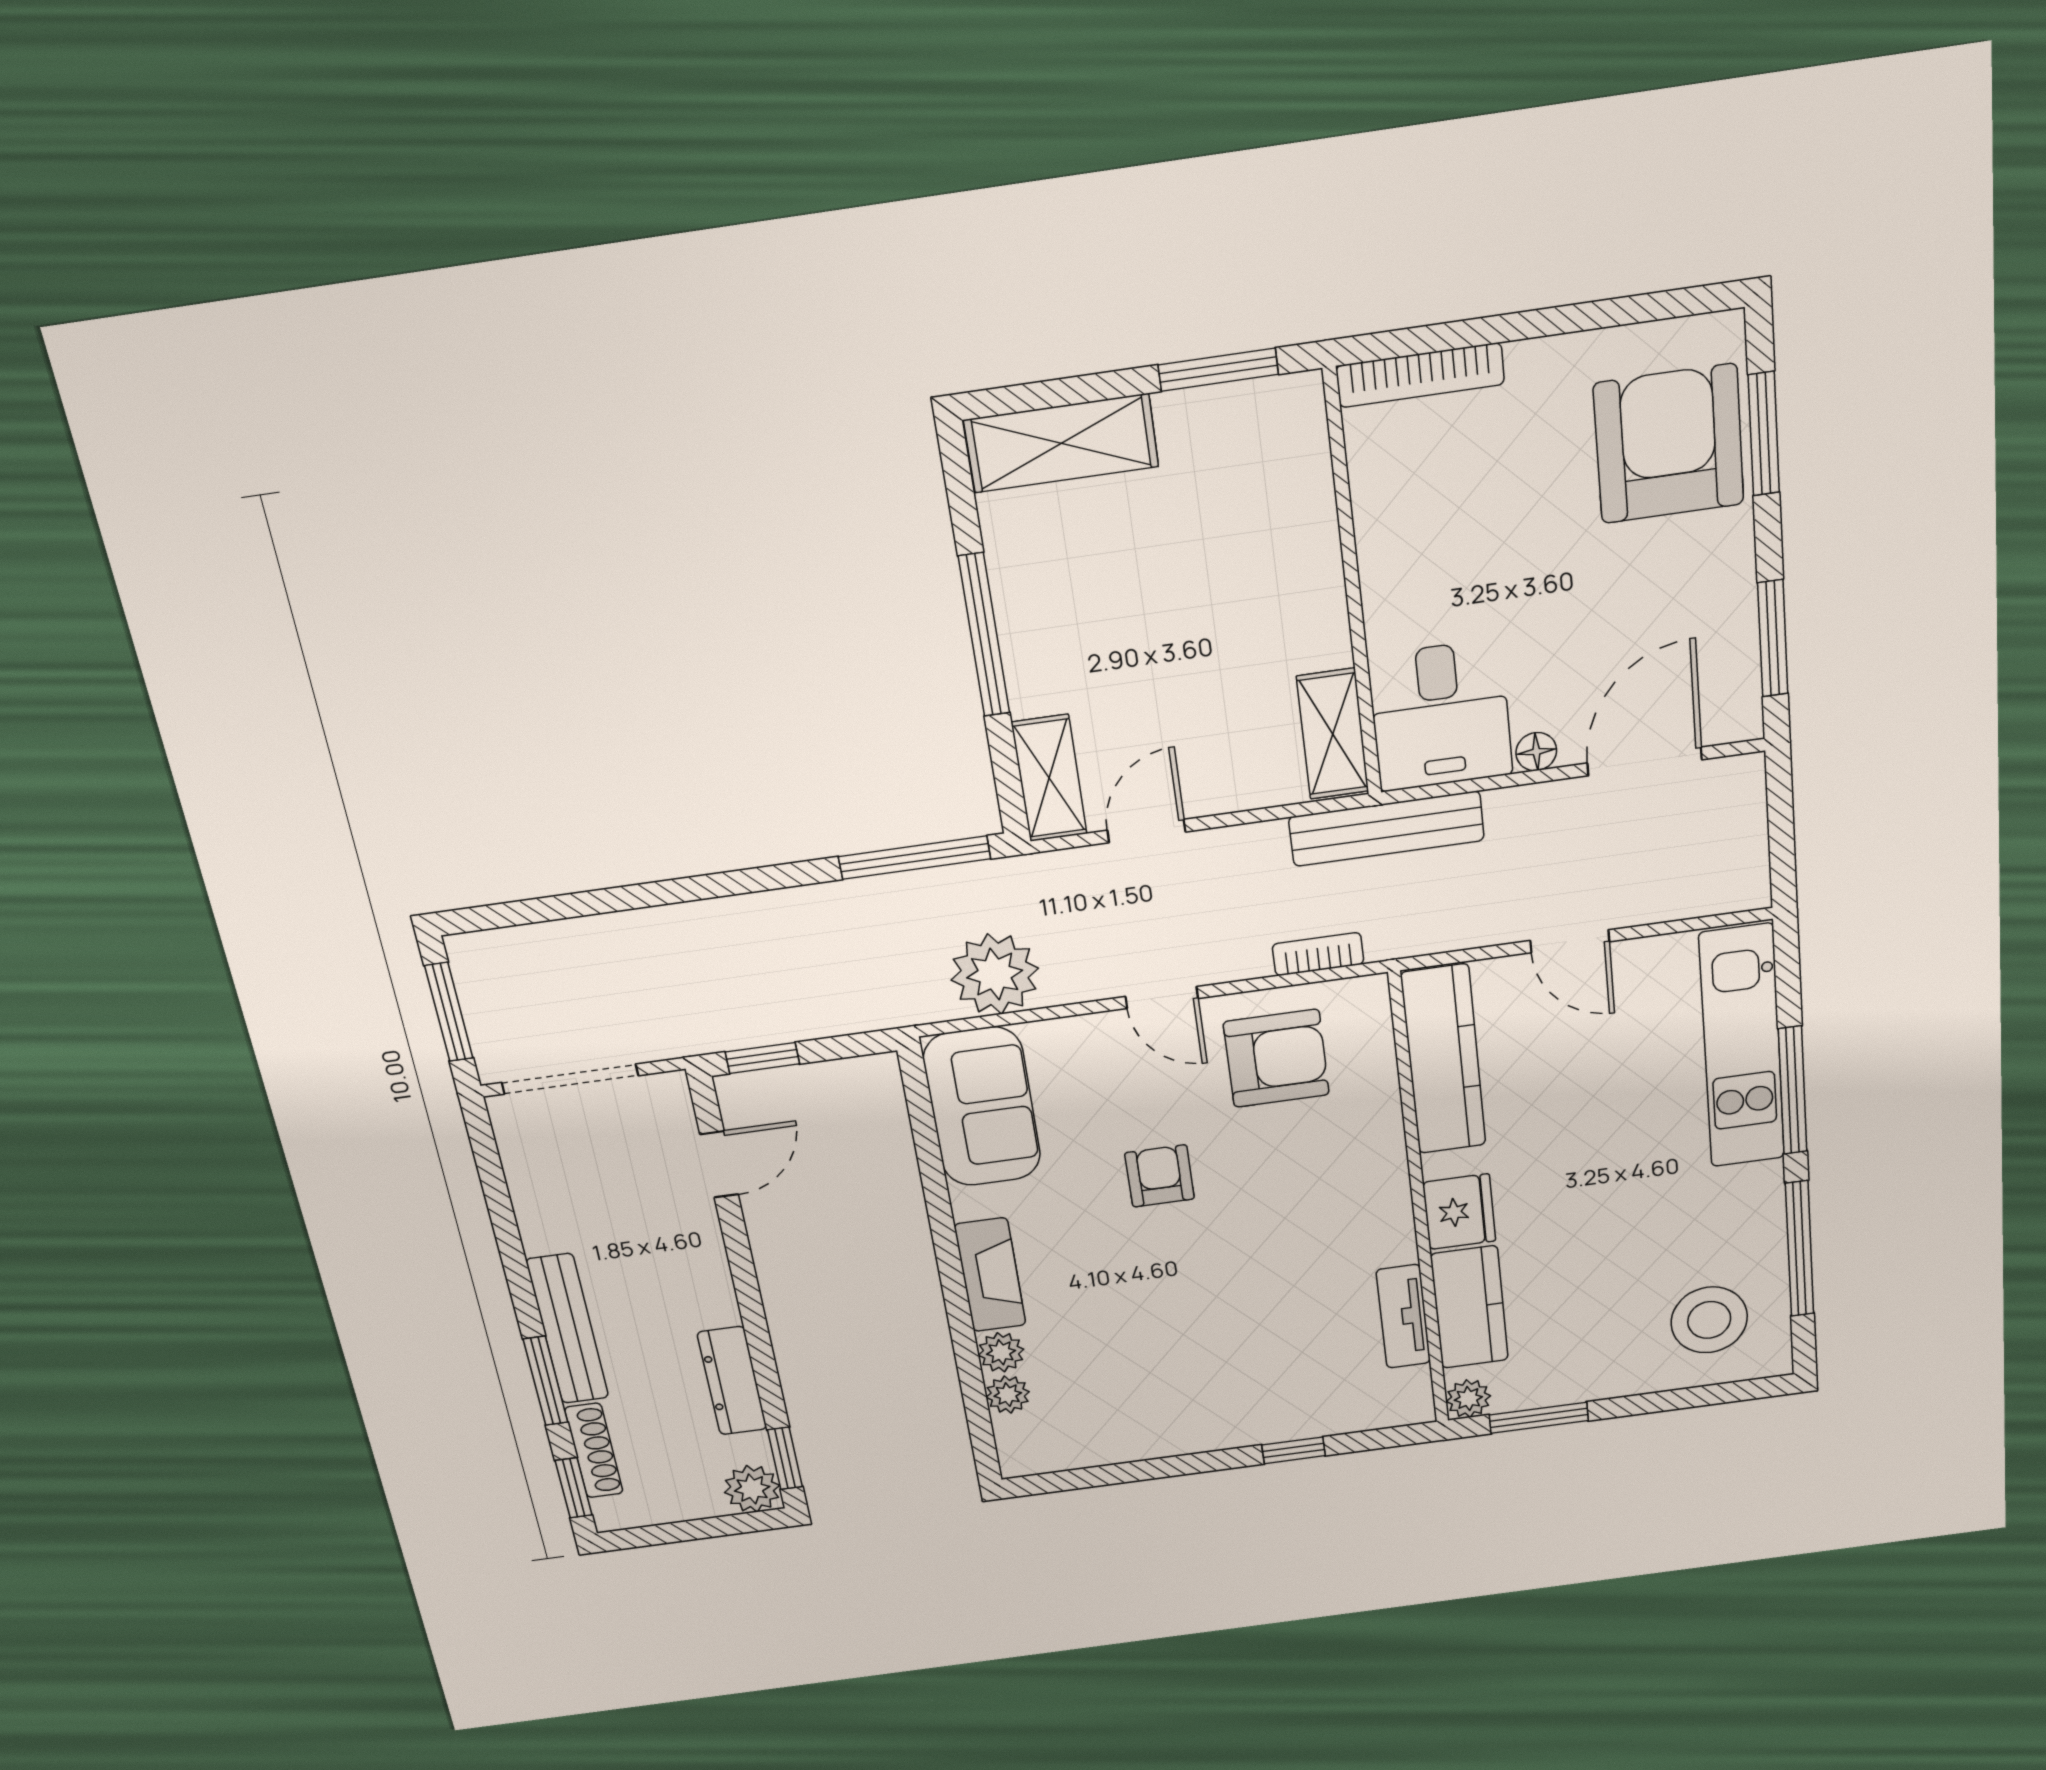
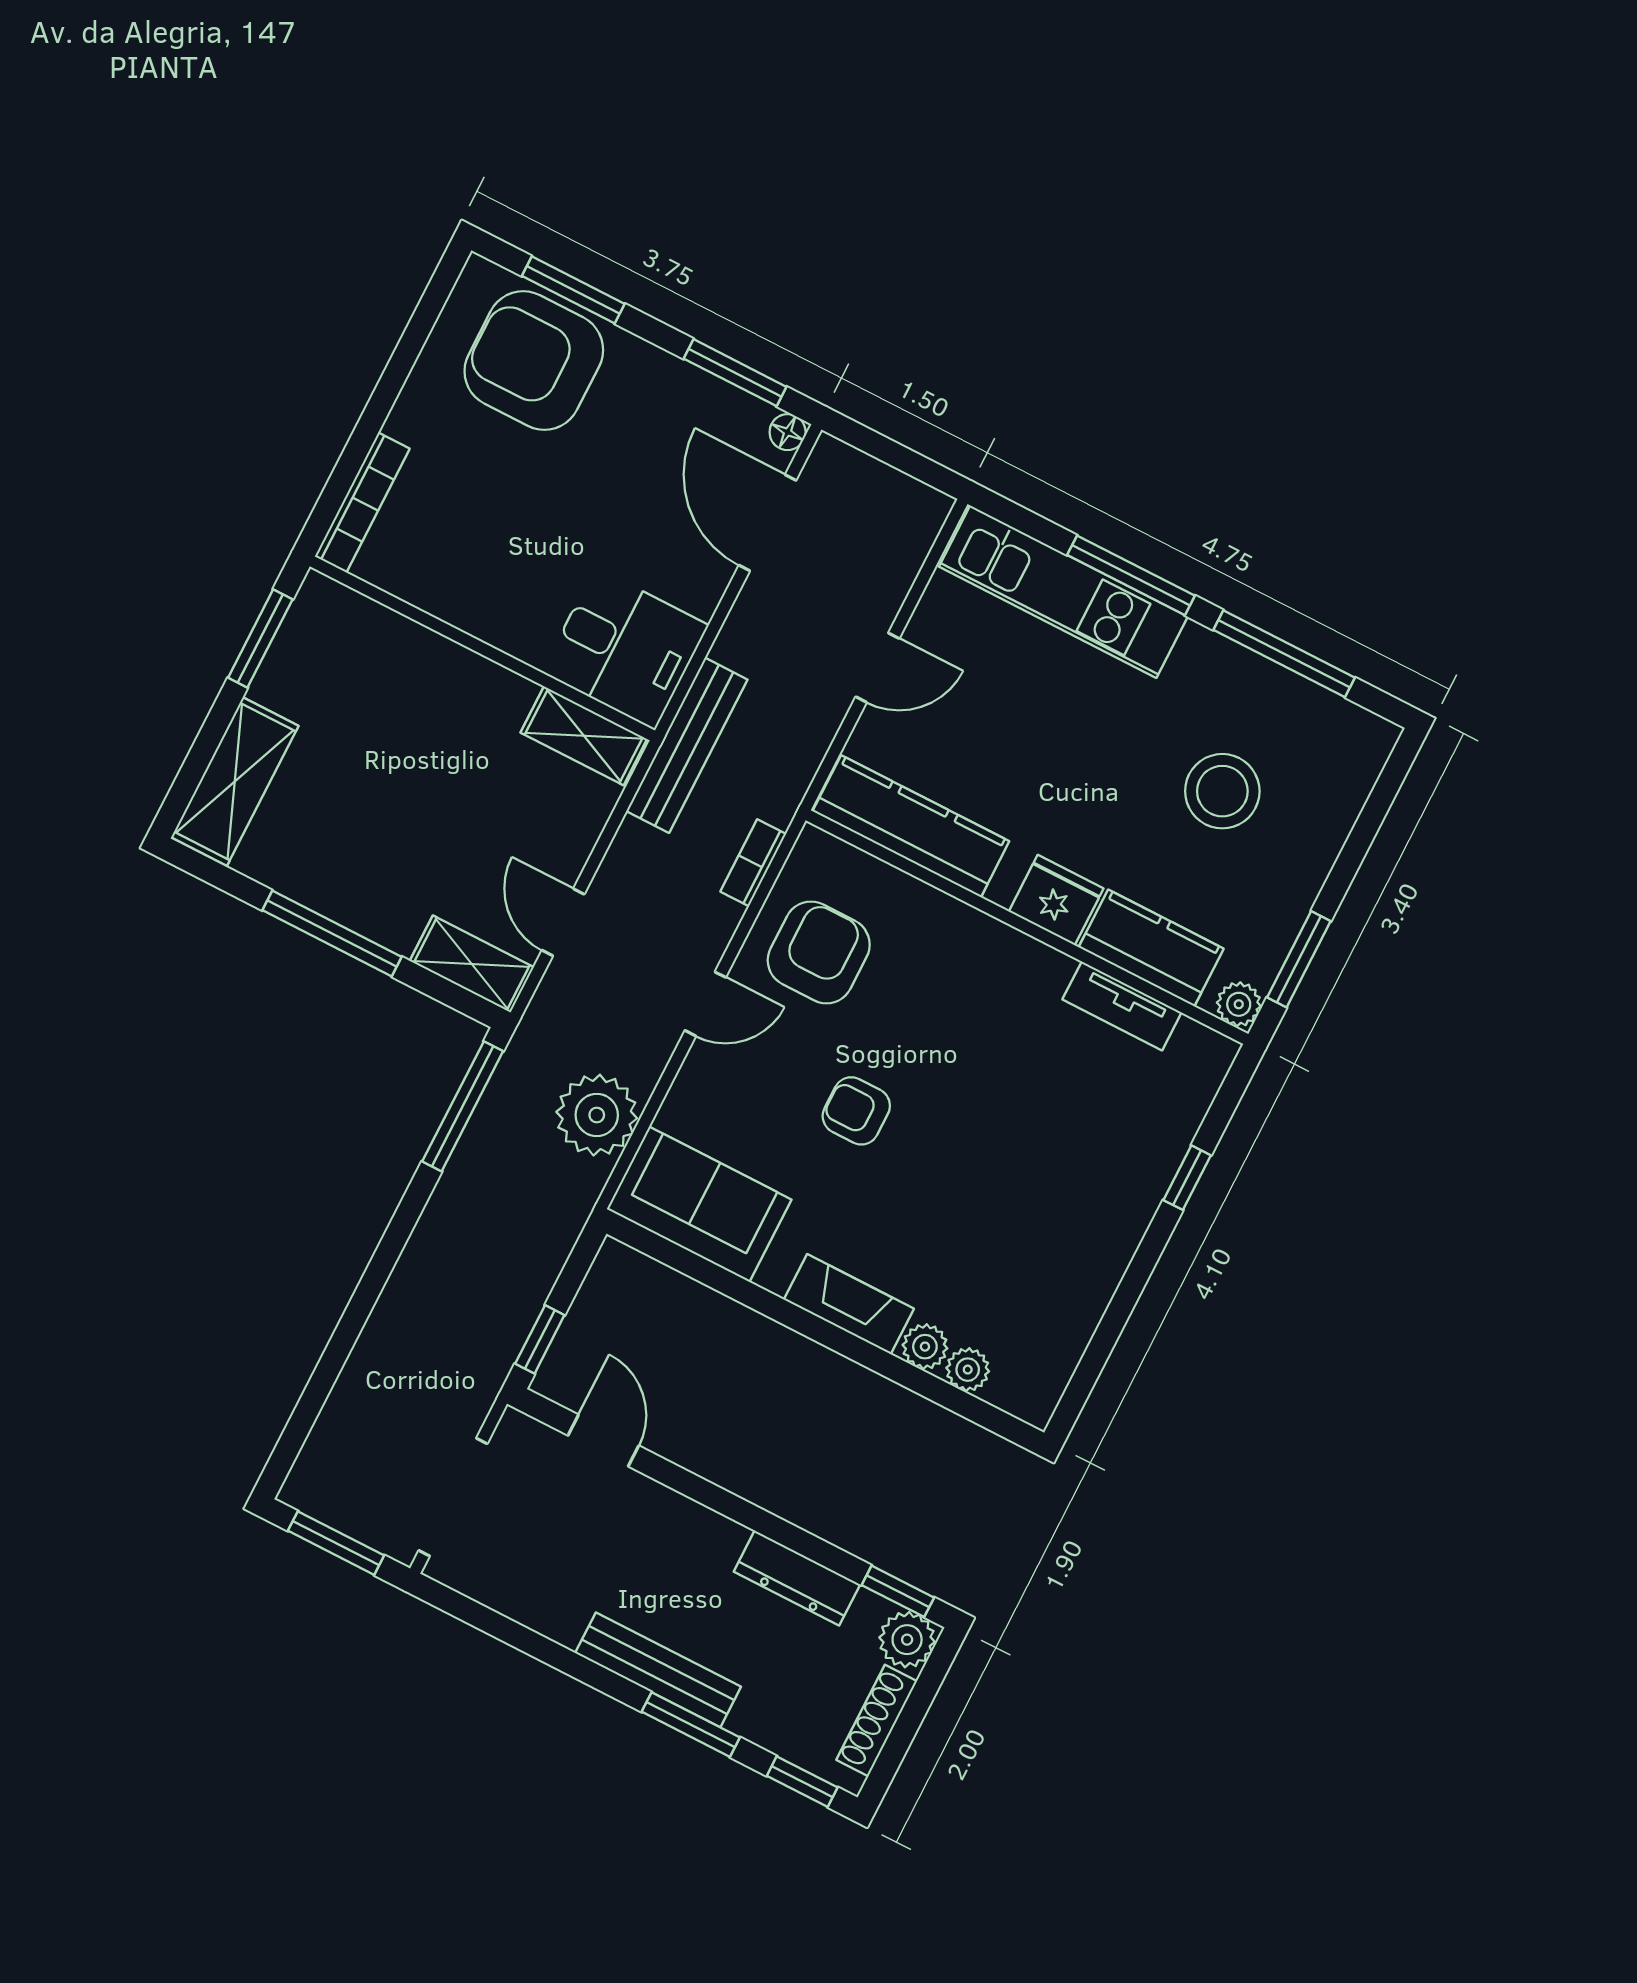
floor lamp: (1536, 752) -> (788, 432), moved
stool: (1709, 1320) -> (1222, 791), moved
shoe rack: (594, 1451) -> (877, 1720), moved, turned -90

